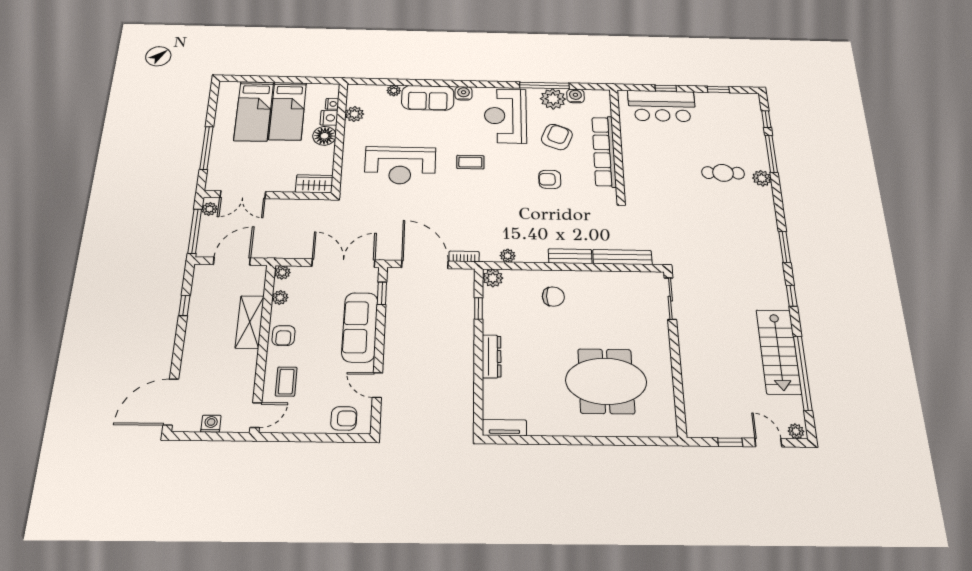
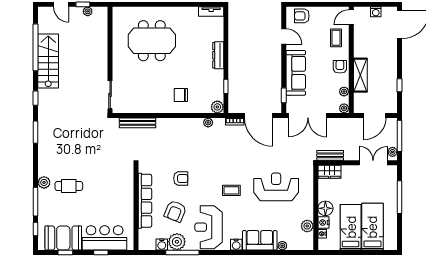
booth: (723, 107) -> (63, 238), added
reception desk: (505, 116) -> (209, 227), turned 180
bench: (570, 256) -> (330, 155), moved
plant: (796, 431) -> (88, 11), moved

